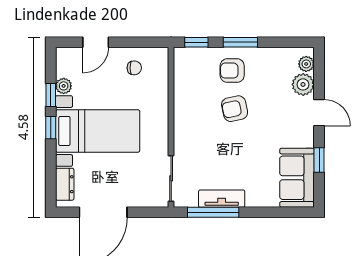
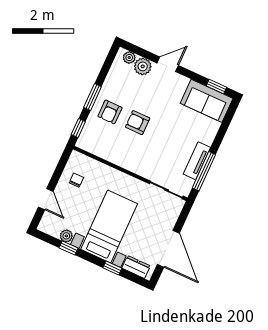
armchair: (235, 109) -> (138, 123), turned 102
window: (51, 128) -> (112, 268), moved
window: (319, 160) -> (216, 87), moved

